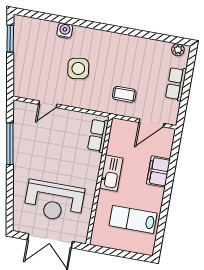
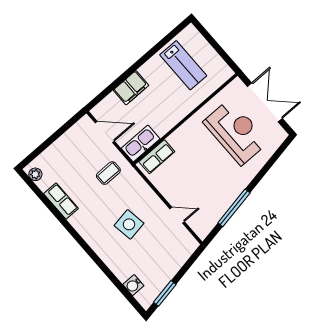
water cooler: (65, 31) -> (133, 285), moved
row of seats: (176, 84) -> (61, 201), moved, turned -90
coffee table: (124, 94) -> (108, 173), turned 90
kitchen sink: (111, 173) -> (141, 144), moved

